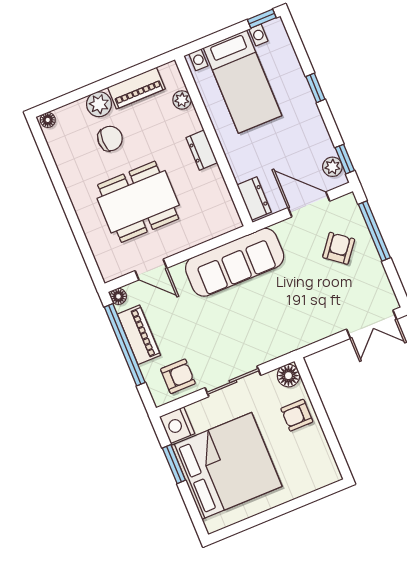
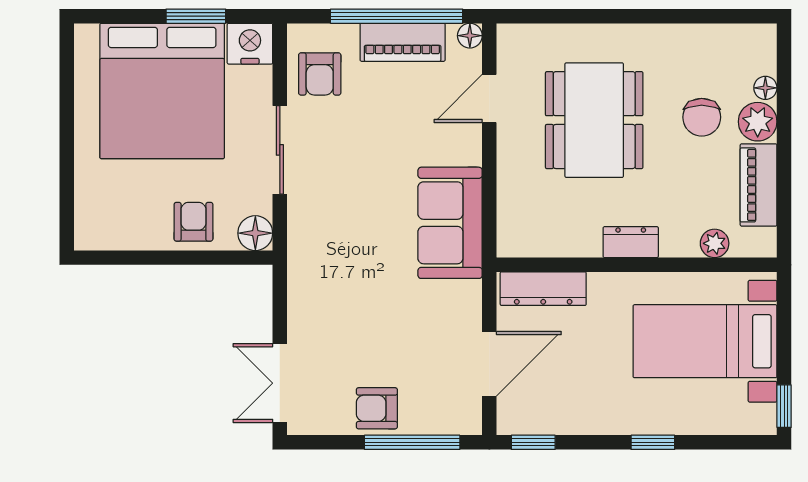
floor lamp: (48, 120) -> (765, 88), moved
plant: (332, 167) -> (529, 420), removed
dresser: (254, 199) -> (543, 289), width x1.44
armchair: (339, 248) -> (377, 408), moved, turned 142
sofa: (235, 262) -> (450, 223), width x0.73

